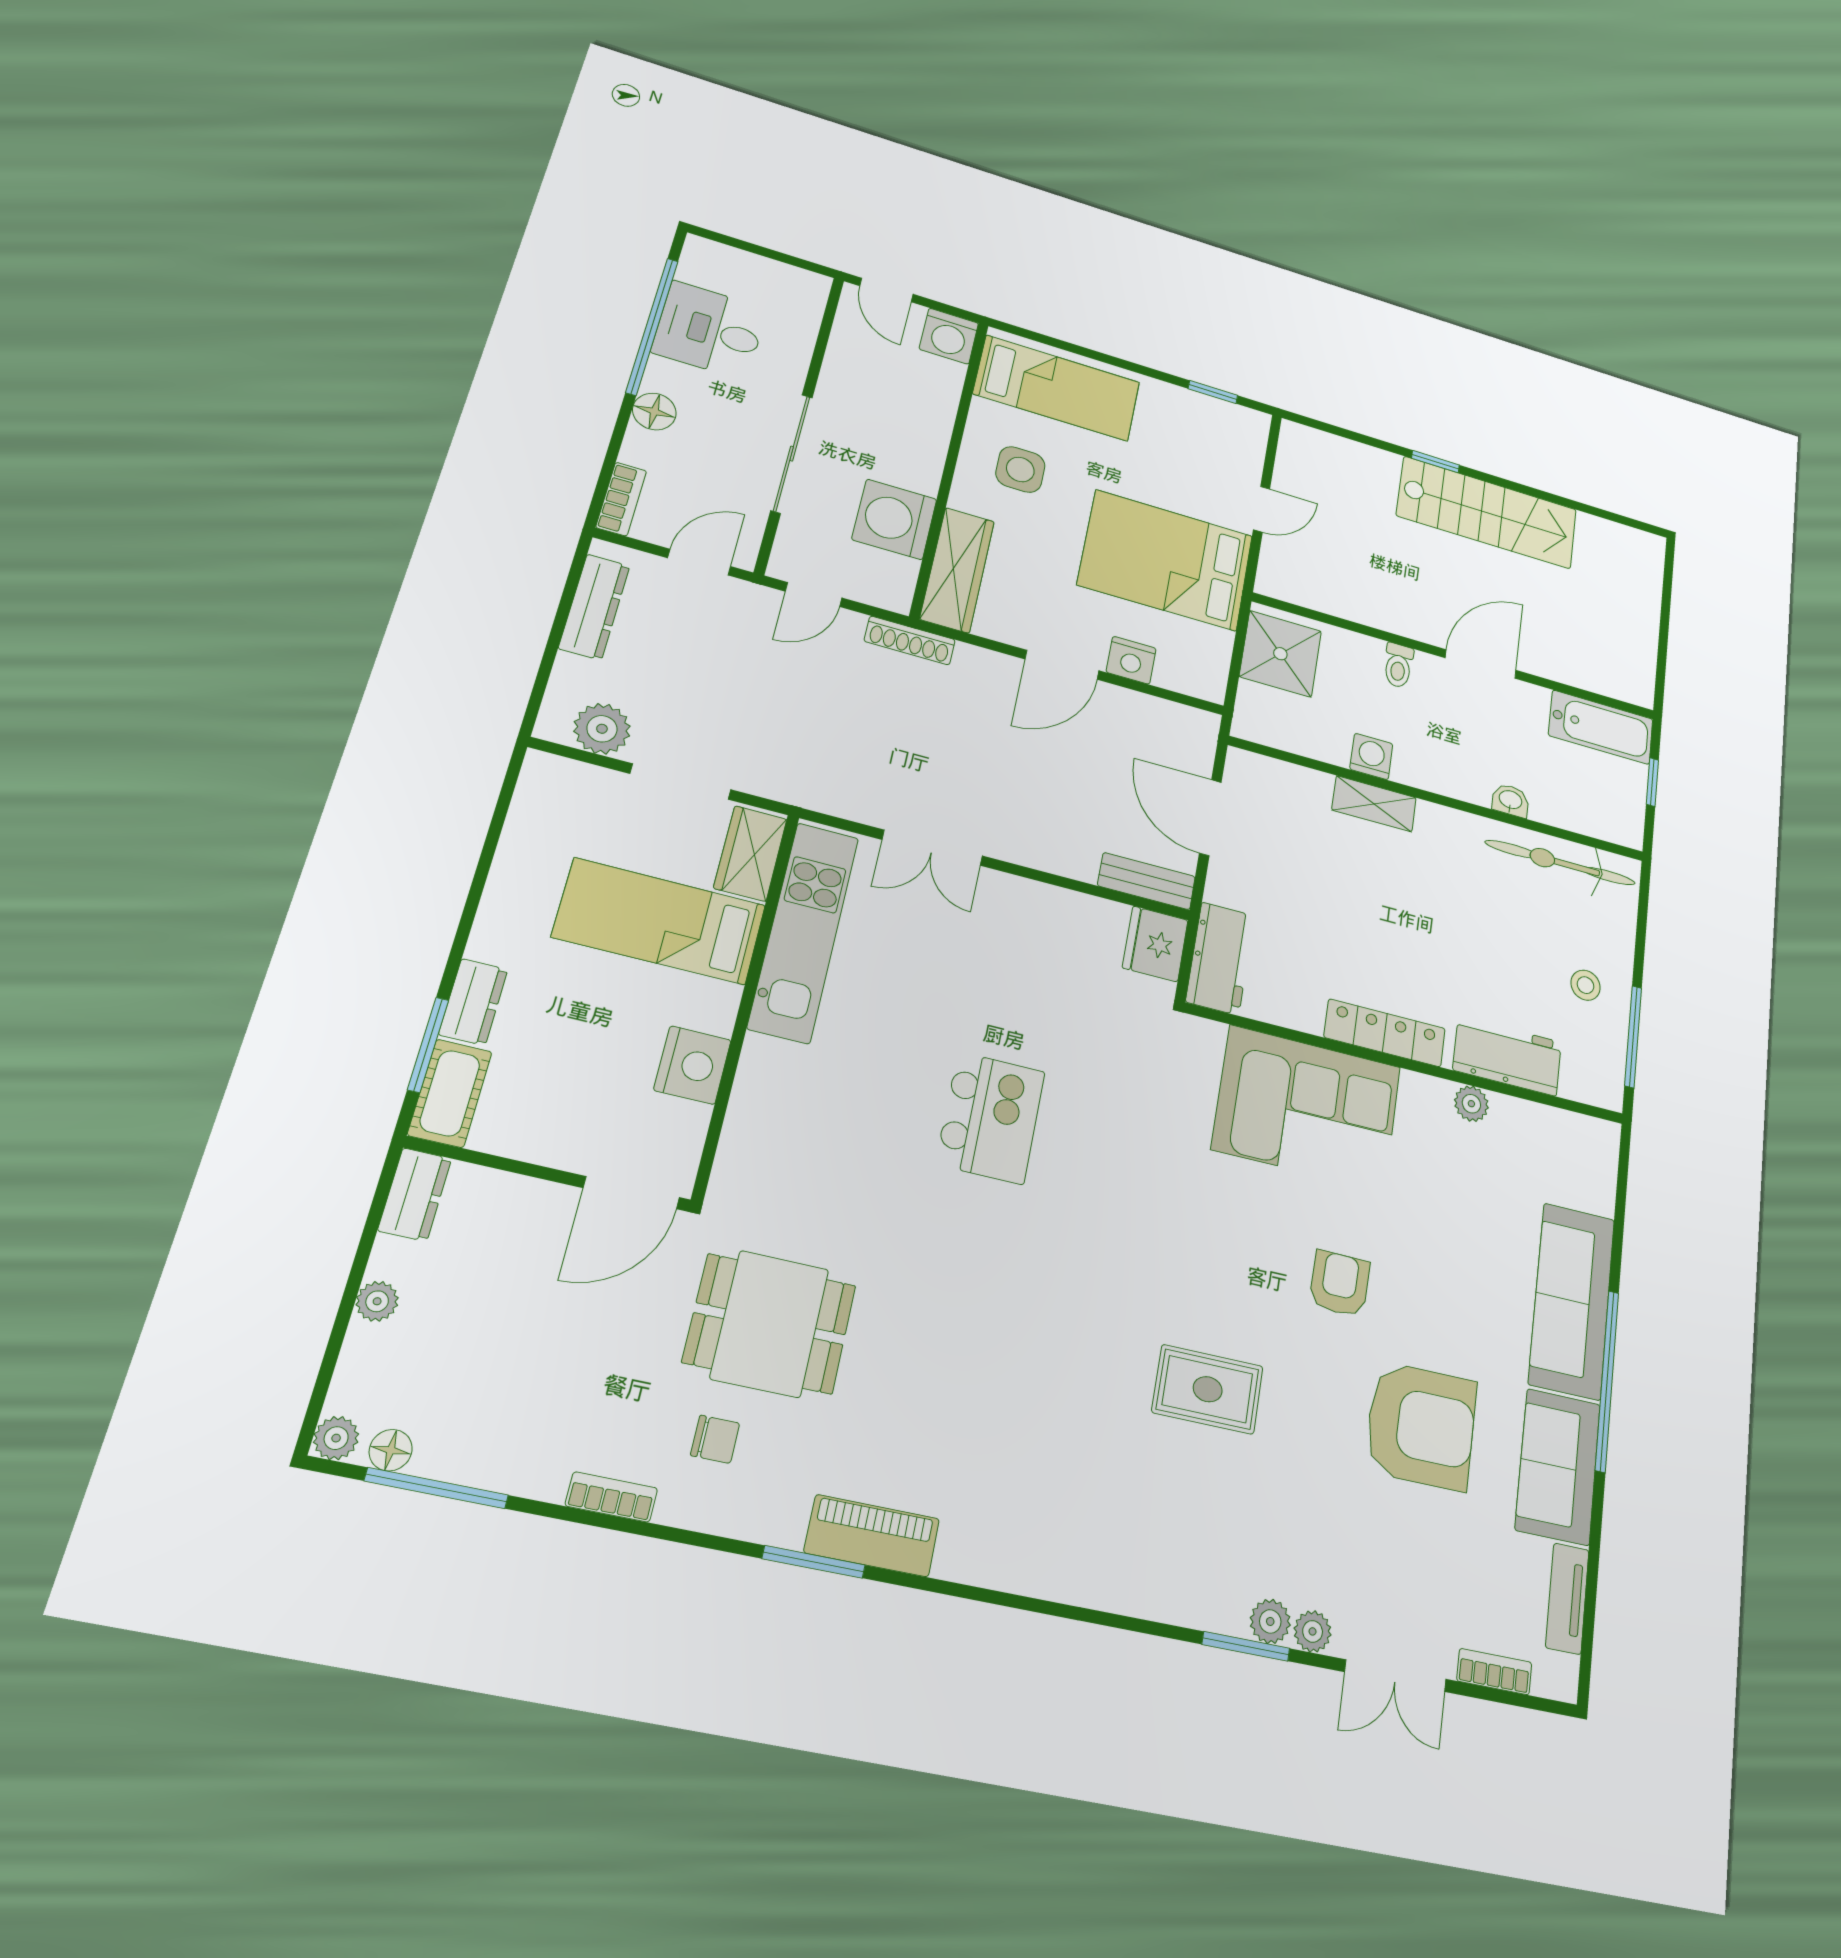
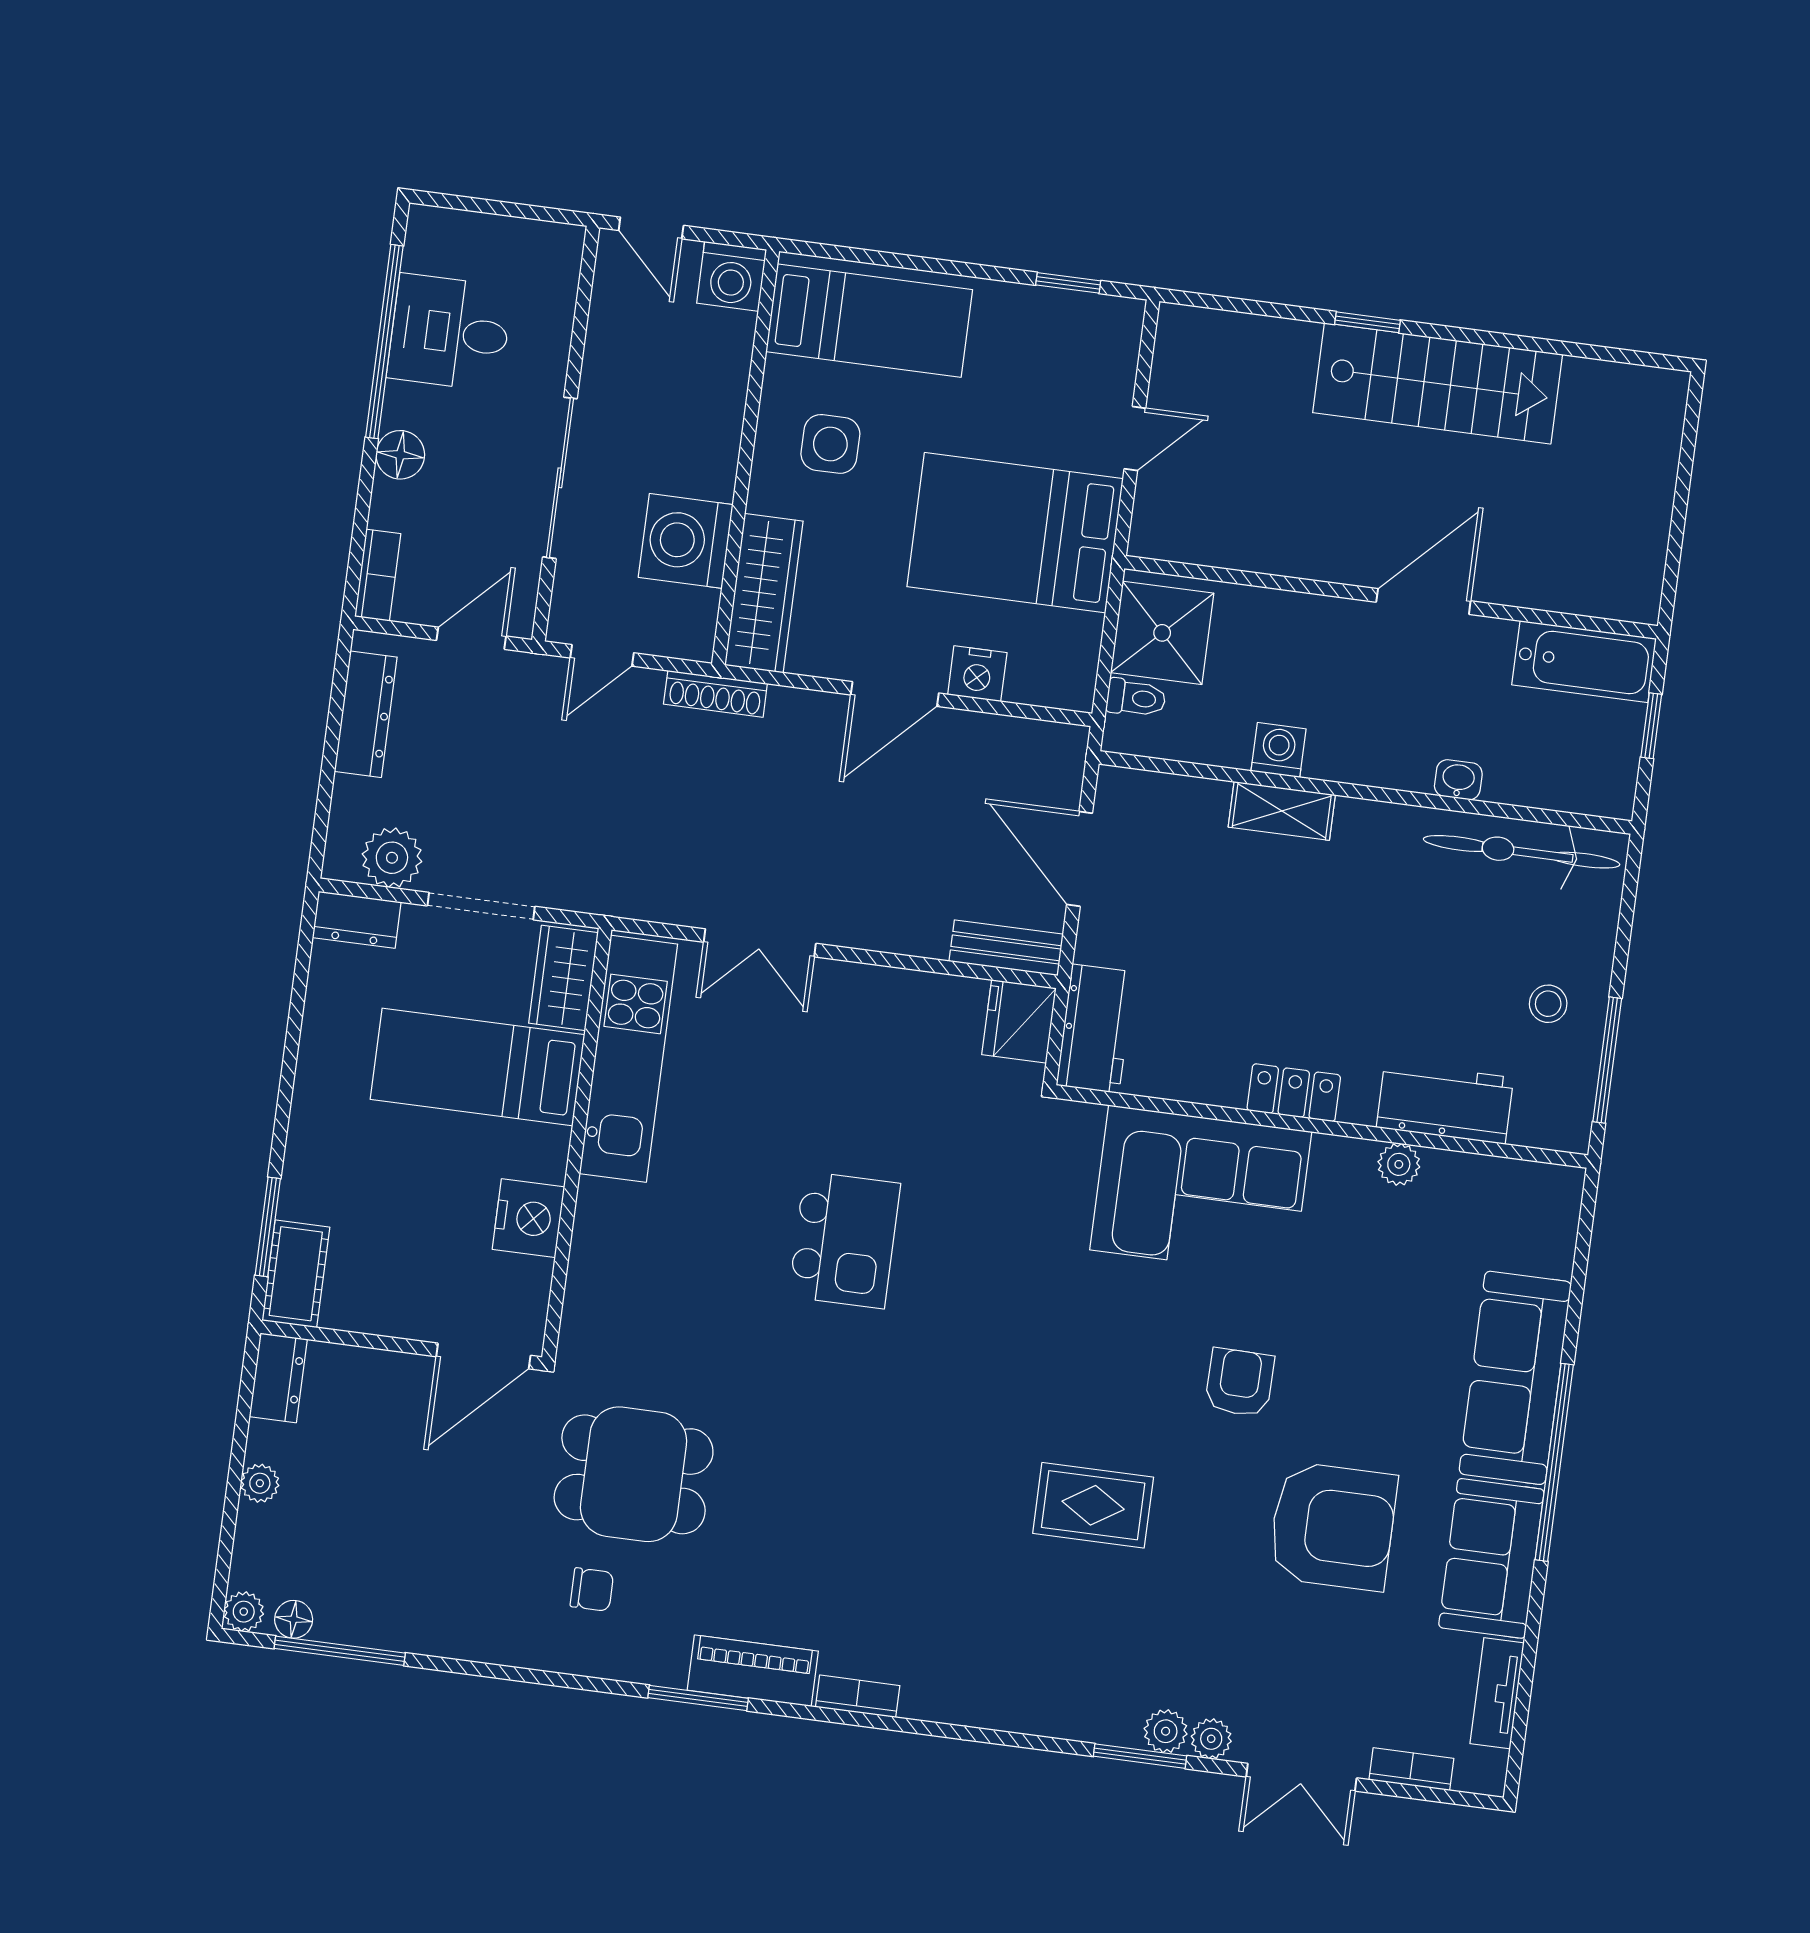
toilet: (1398, 665) -> (1136, 698), moved, turned -90
dresser: (473, 1002) -> (357, 920), moved, turned 90
locker: (1385, 1033) -> (1294, 1093), width x0.66
bookcase: (611, 1497) -> (858, 1696), moved

